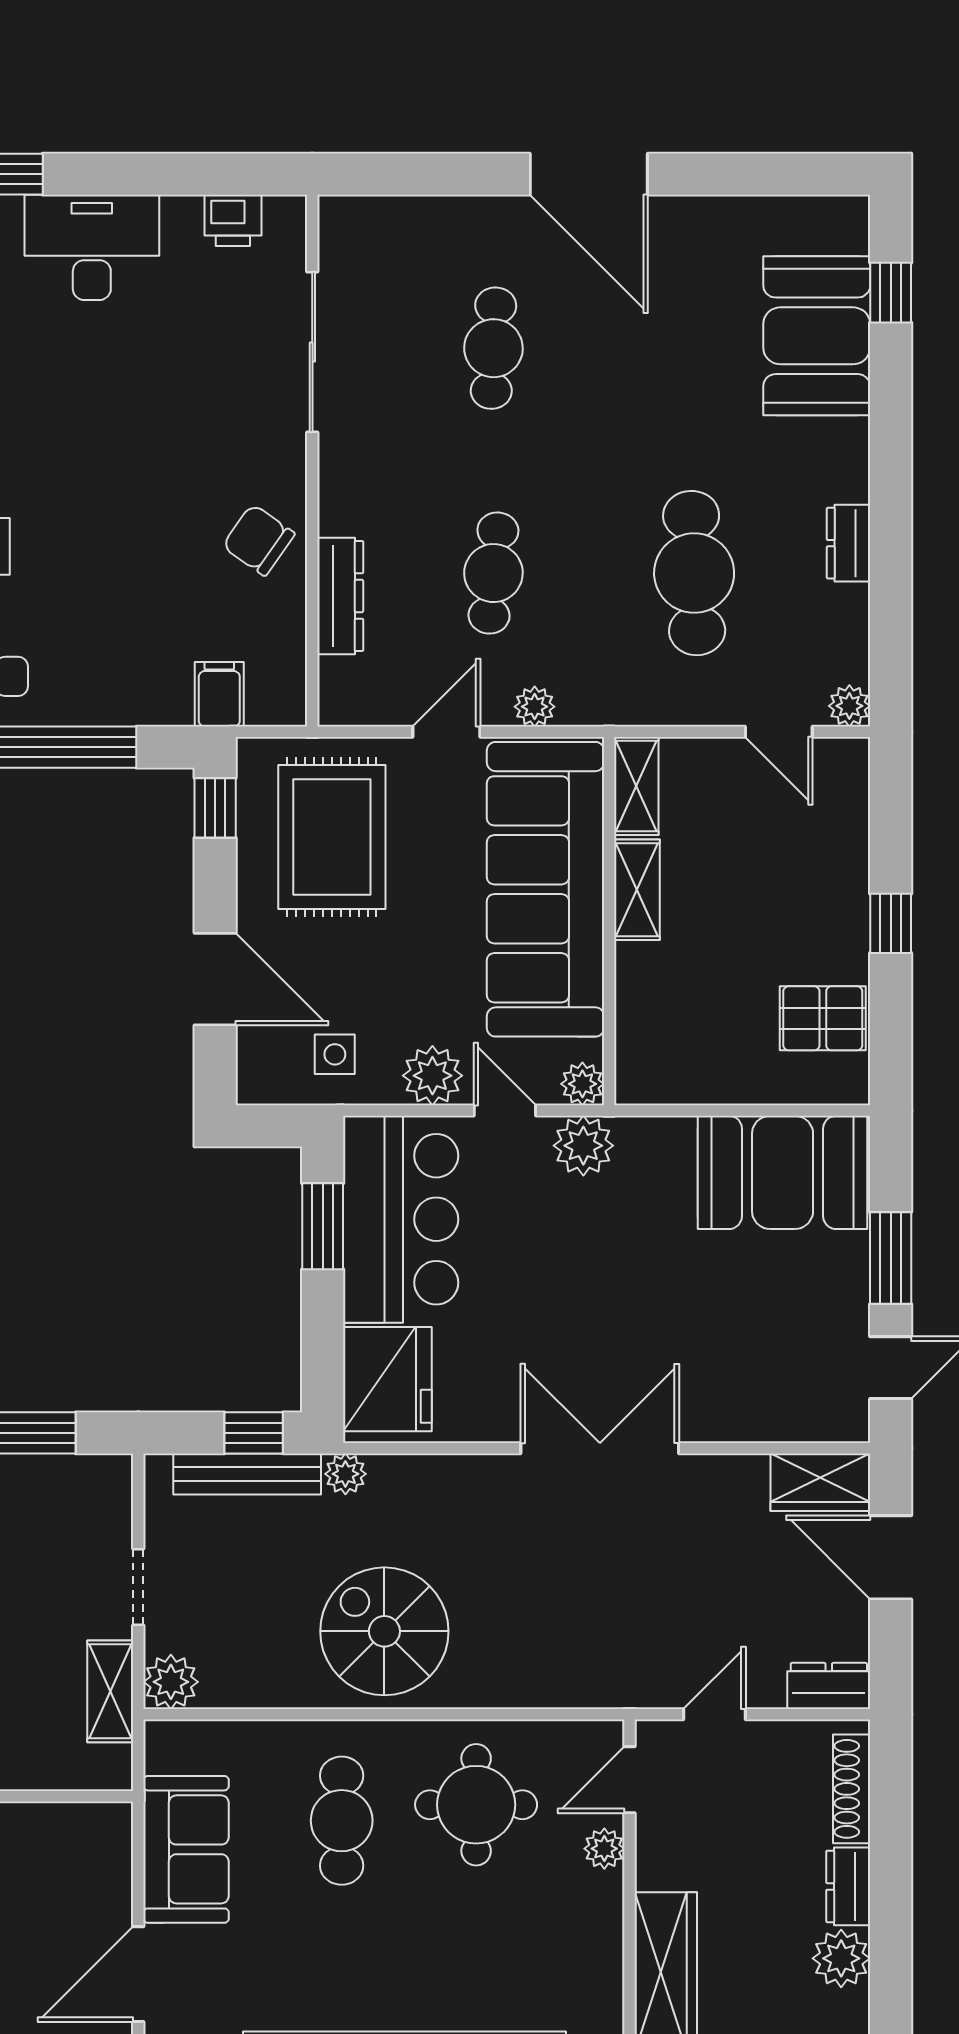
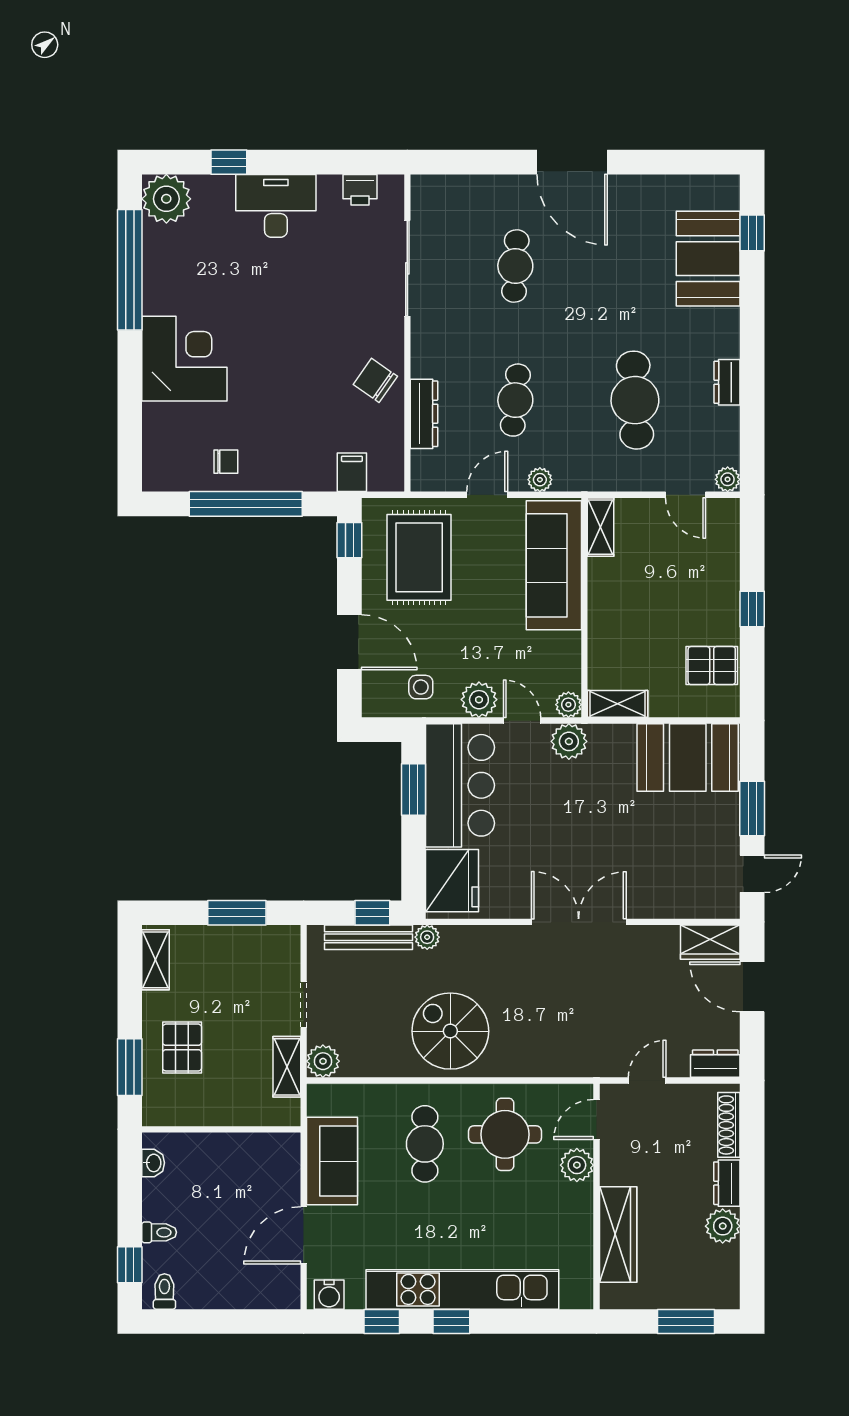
sofa: (545, 889) -> (554, 565), width x0.74, depth x0.79
shelving: (637, 890) -> (617, 704), moved, turned 90
plant: (604, 1849) -> (577, 1165), width x1.38, depth x1.38

